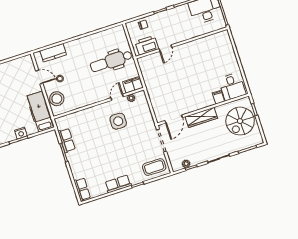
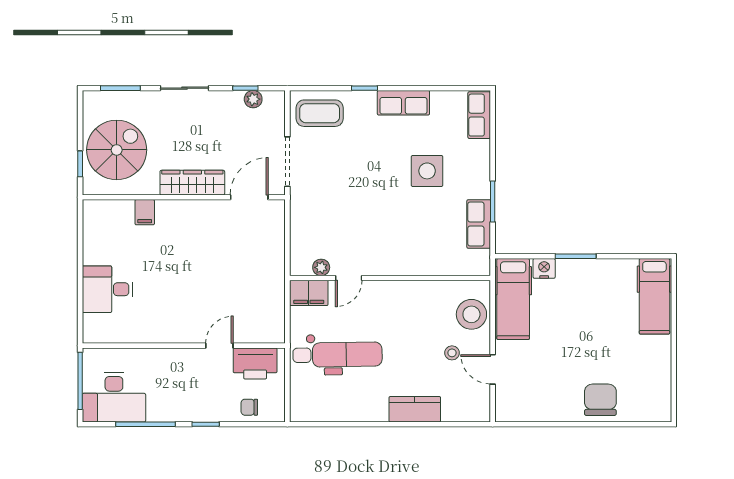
kitchen counter: (53, 53) -> (415, 409), moved
desk: (232, 87) -> (107, 289), moved, turned -90
side table: (118, 121) -> (427, 171), moved
nightstand: (21, 133) -> (544, 268), moved

